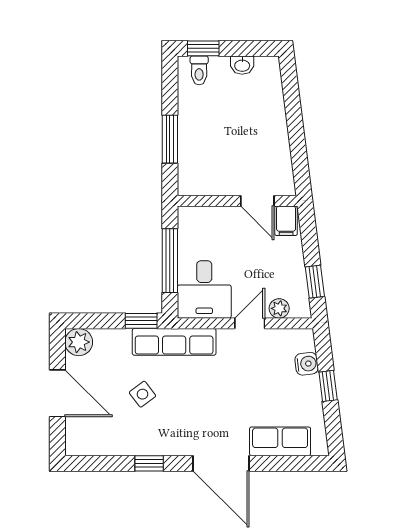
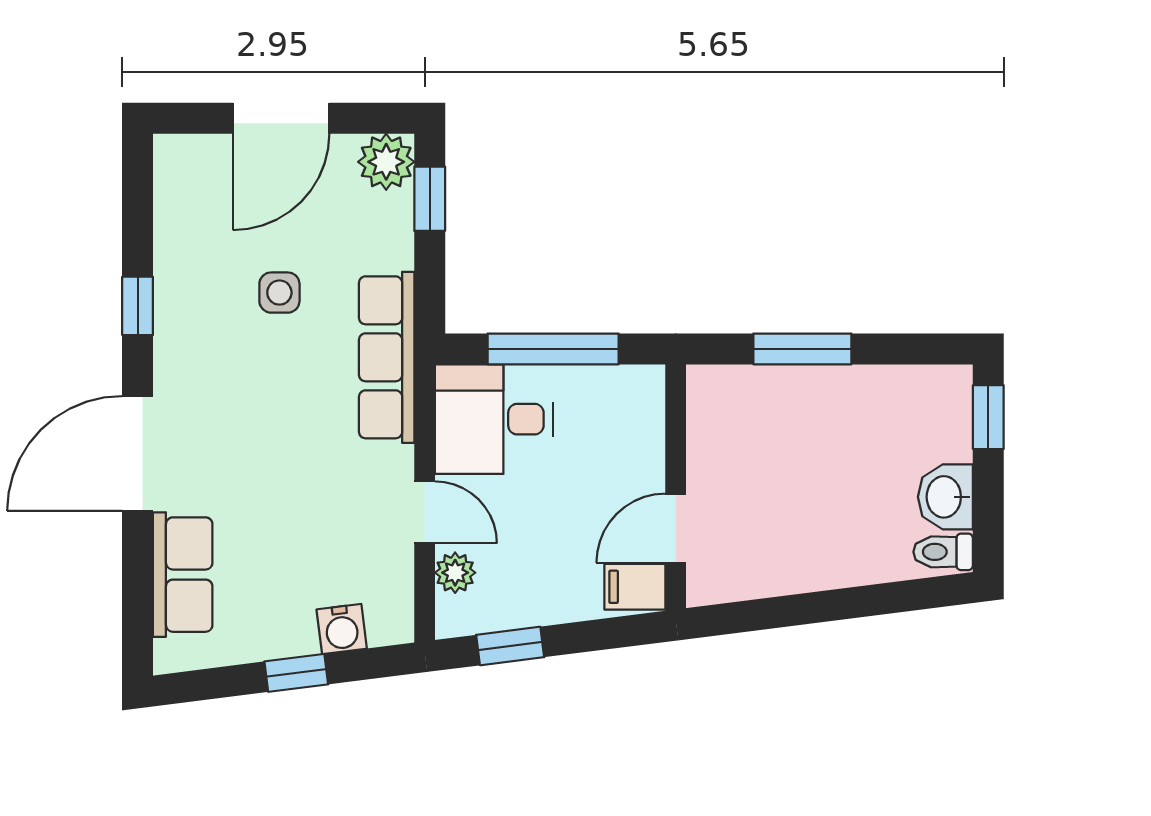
washbasin: (242, 65) -> (945, 497), width x1.38, depth x1.45
toilet: (199, 70) -> (943, 552), moved
window: (141, 321) -> (430, 199), moved
side table: (142, 394) -> (279, 293), turned 37

